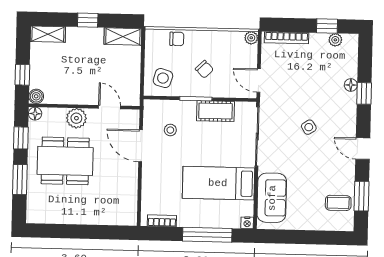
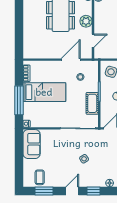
window: (364, 93) -> (93, 191), moved
bed: (218, 183) -> (44, 92), moved, turned 90
sofa: (272, 198) -> (32, 144), moved, turned -90

